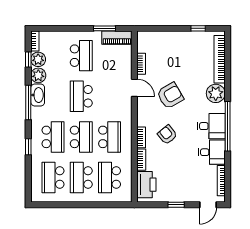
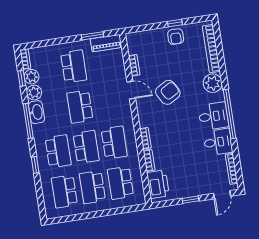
window: (198, 28) -> (175, 23), moved
armchair: (167, 135) -> (176, 37), moved, turned -141

